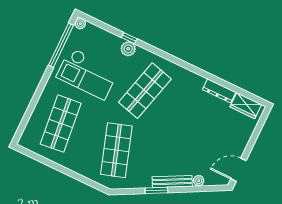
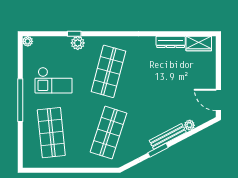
window: (61, 45) -> (20, 100), moved
checkout: (87, 74) -> (54, 80), width x0.73, depth x0.83
shop shelf: (116, 150) -> (109, 133), turned 36
door: (239, 170) -> (218, 100), hinge flipped

